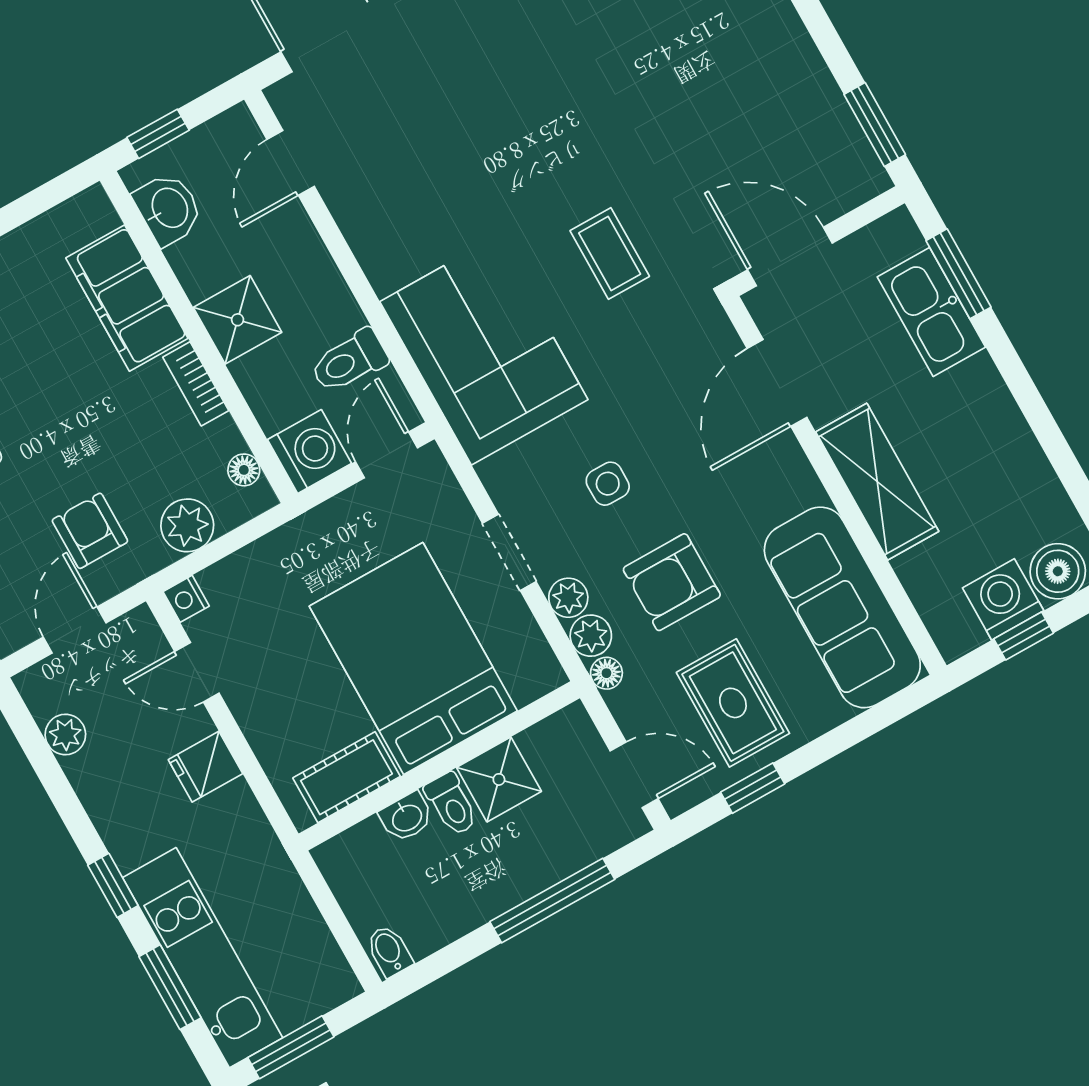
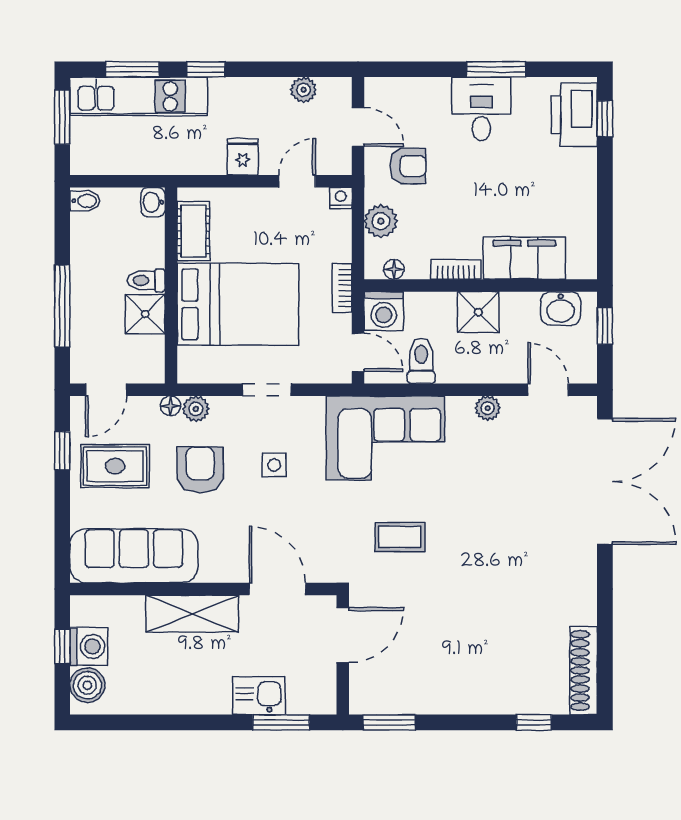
kitchen sink: (931, 312) -> (259, 696), width x0.73
bookcase: (310, 527) -> (342, 288), added
plant: (568, 598) -> (488, 408), moved
washbasin: (407, 817) -> (153, 202), moved

